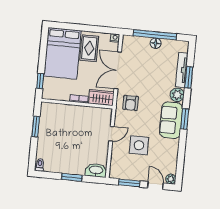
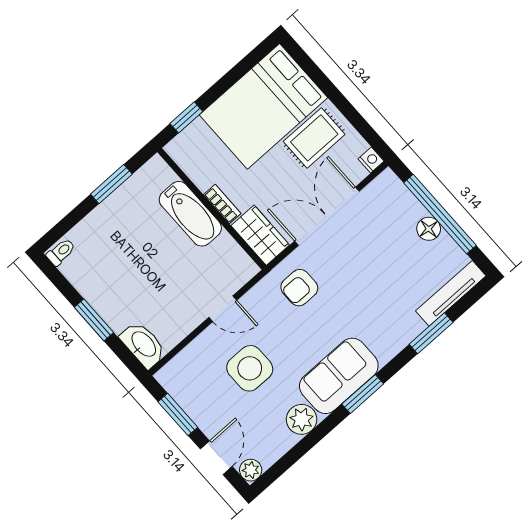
tv unit: (182, 70) -> (451, 293), moved
plant: (177, 95) -> (302, 419), moved
bathtub: (71, 112) -> (190, 214), added

